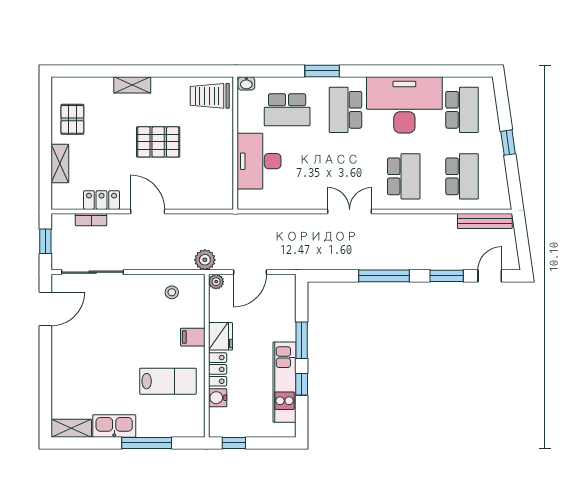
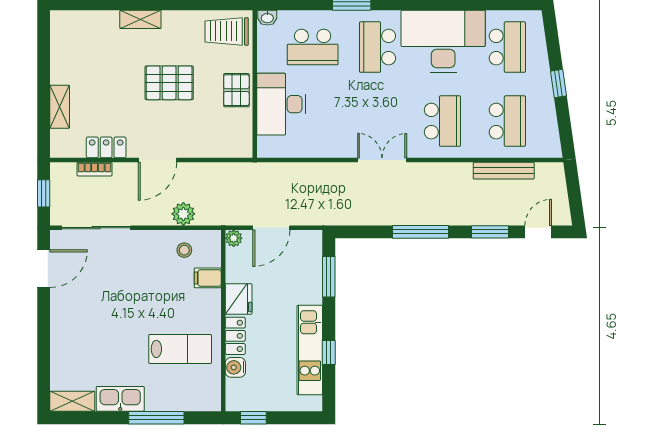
pallet: (72, 119) -> (236, 90), moved
door: (148, 211) -> (157, 160), swing flipped
bench: (485, 221) -> (504, 171), moved
plant: (205, 260) -> (183, 214), moved
filing cabinet: (193, 337) -> (208, 278), moved
window: (302, 340) -> (329, 277), moved

